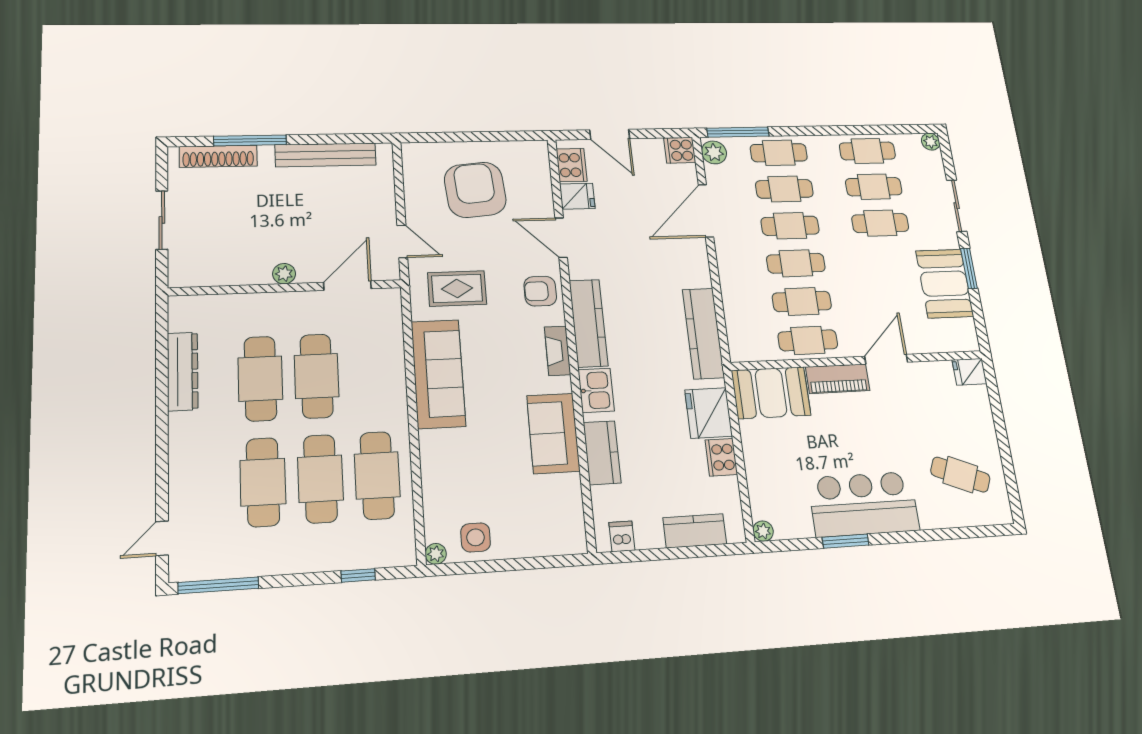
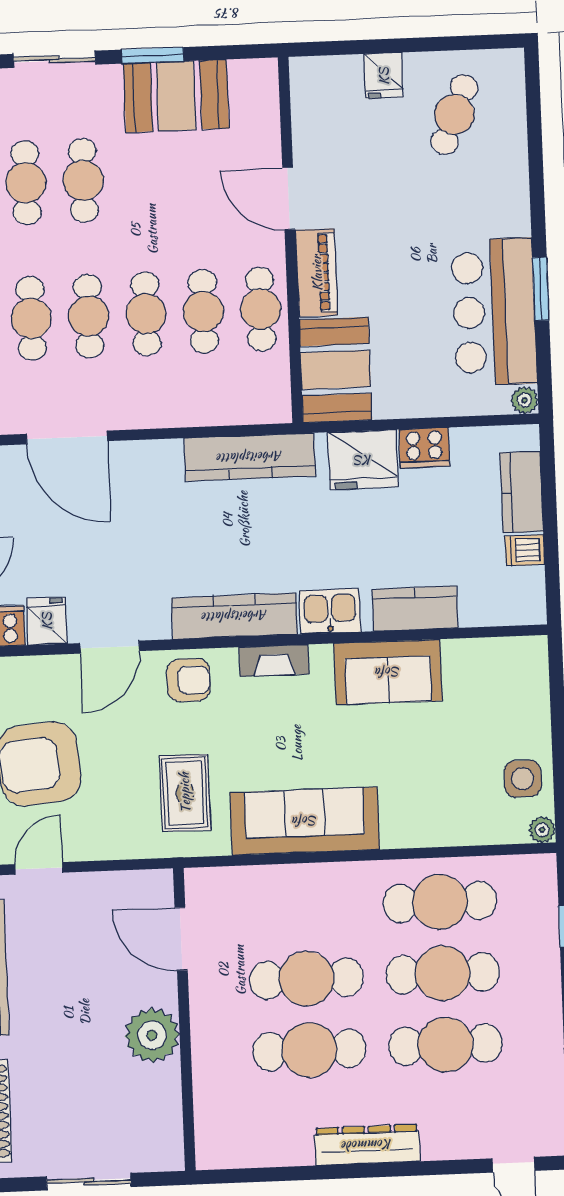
door: (402, 242) -> (39, 868), moved
plant: (284, 274) -> (152, 1035), width x1.87, depth x1.87
armchair: (540, 291) -> (189, 680), turned -90
dresser: (183, 371) -> (367, 1145), moved
fridge: (969, 372) -> (384, 76), moved
bar counter: (864, 504) -> (494, 312), moved
dishwasher: (622, 536) -> (525, 550), moved

